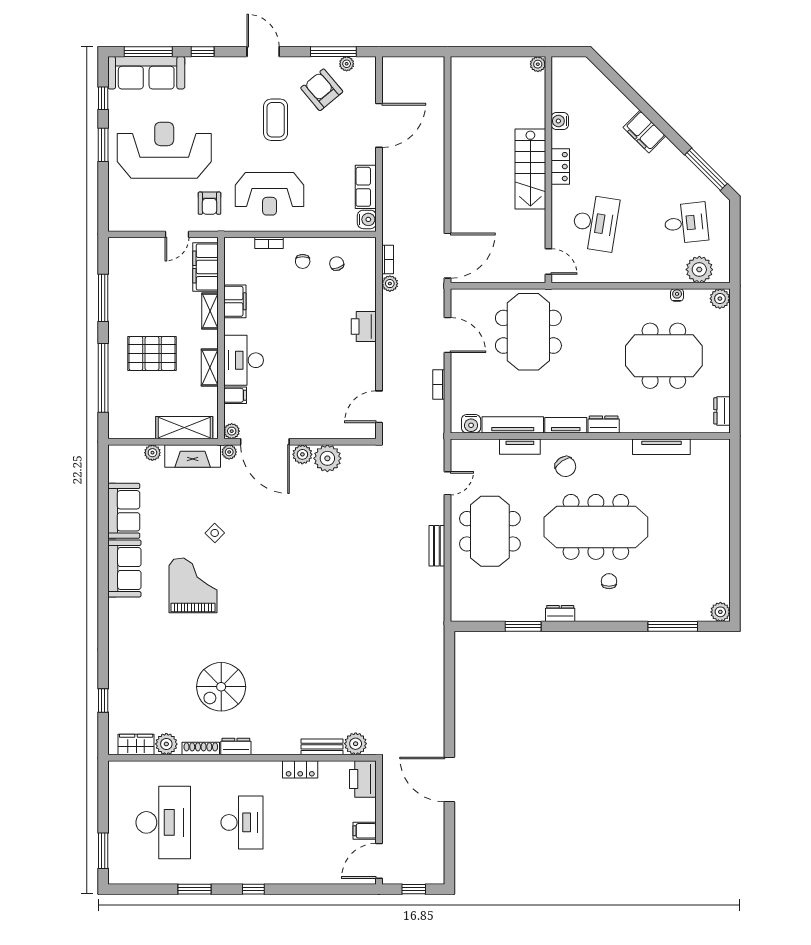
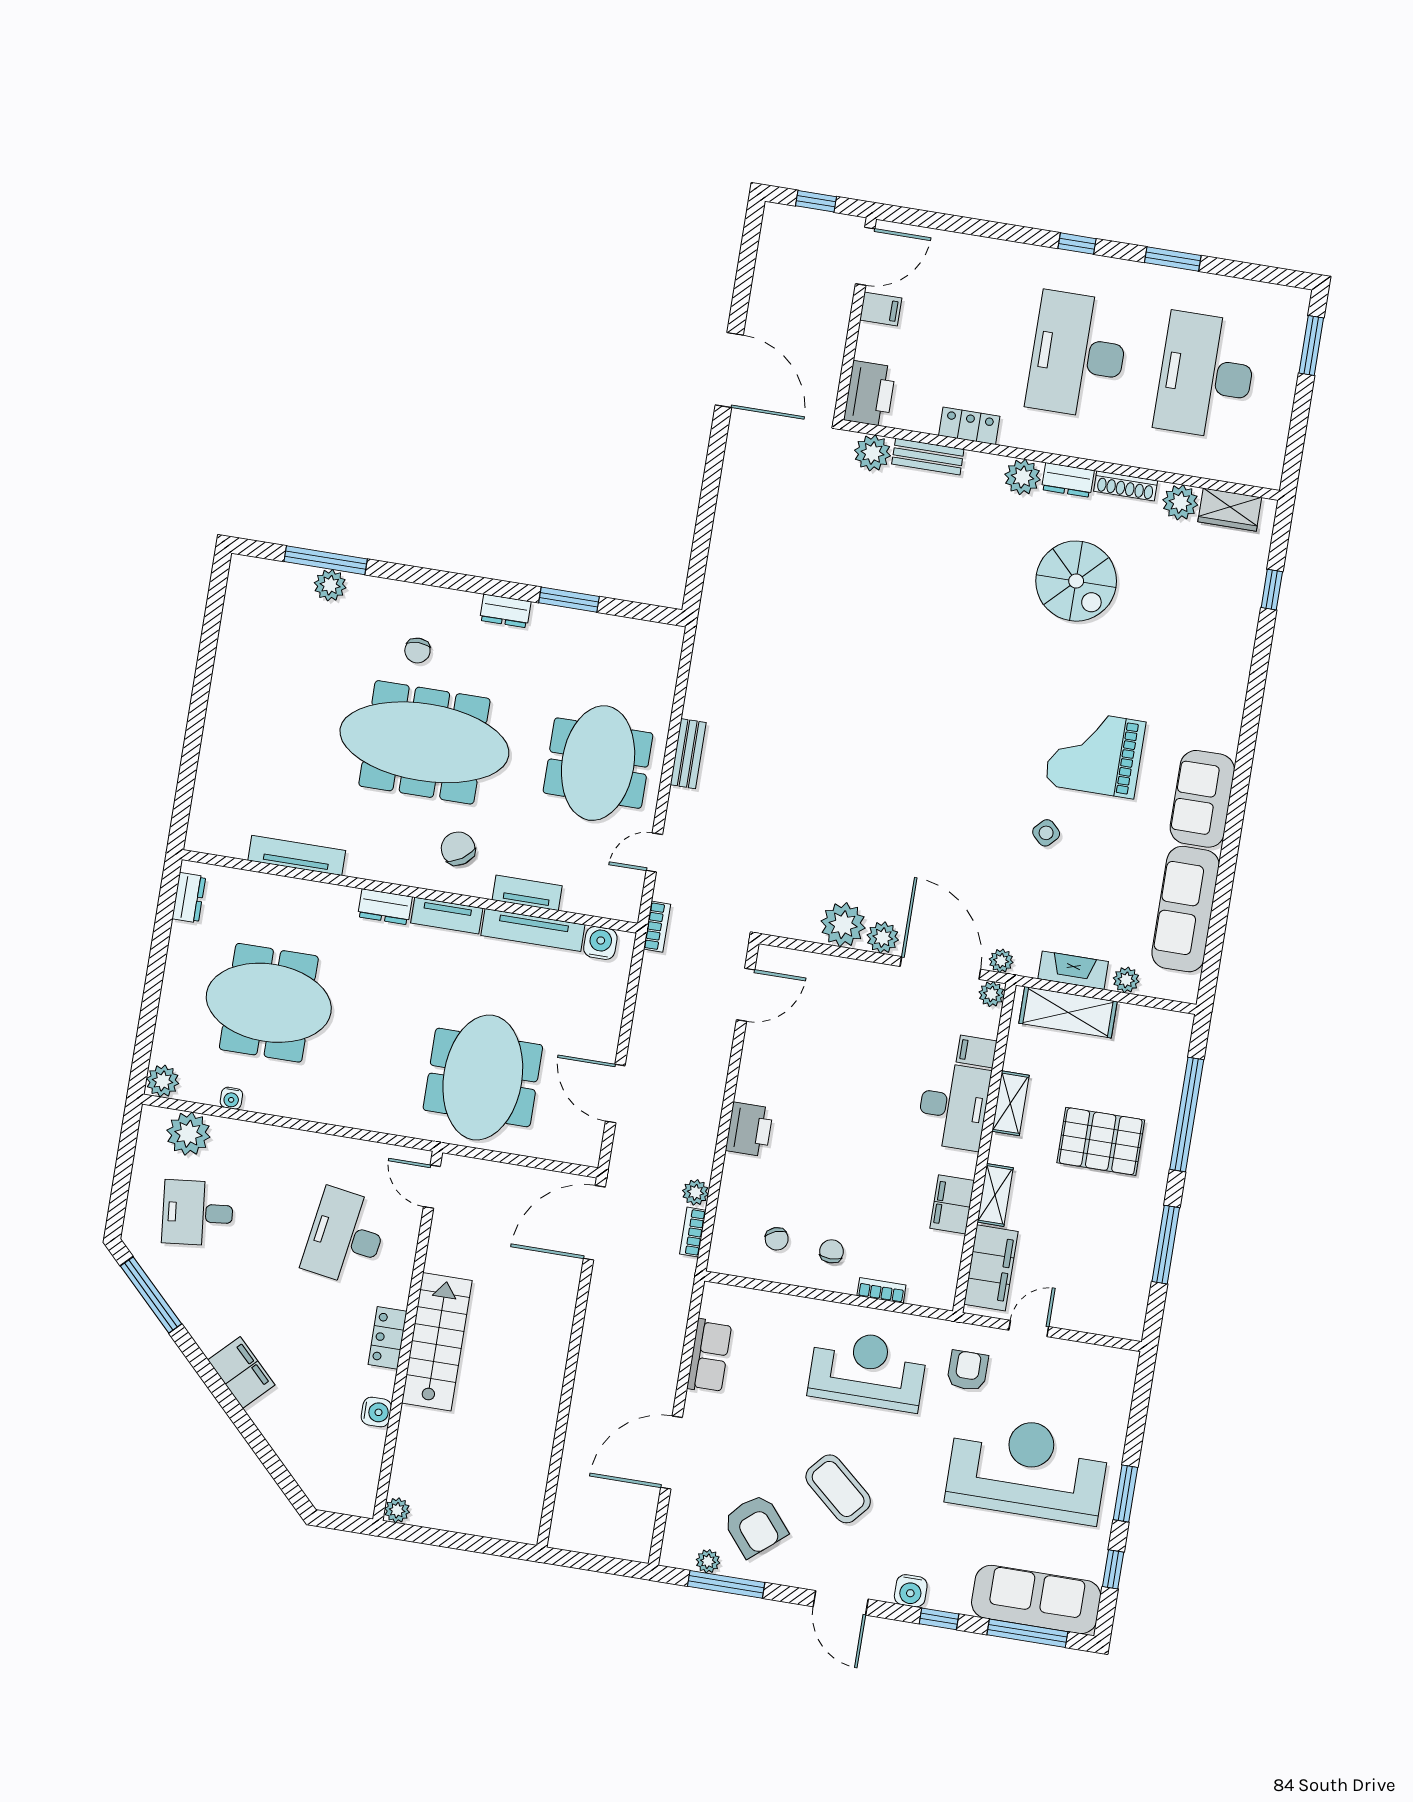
coffee table: (276, 120) -> (838, 1489), turned -49
reception desk: (164, 150) -> (1027, 1469), turned 180
water cooler: (367, 219) -> (911, 1591), moved, turned -90
bookcase: (439, 384) -> (657, 927), moved
fireplace: (193, 456) -> (1073, 970), width x0.73, depth x0.76
sofa: (124, 511) -> (1186, 909), width x1.36
grand piano: (193, 585) -> (1095, 753), turned 90
plant: (720, 612) -> (330, 585), moved
spiral stairs: (221, 687) -> (1076, 581), turned 90
plant: (263, 744) -> (1023, 477), added
desk: (242, 822) -> (1078, 355), width x1.36, depth x1.30

